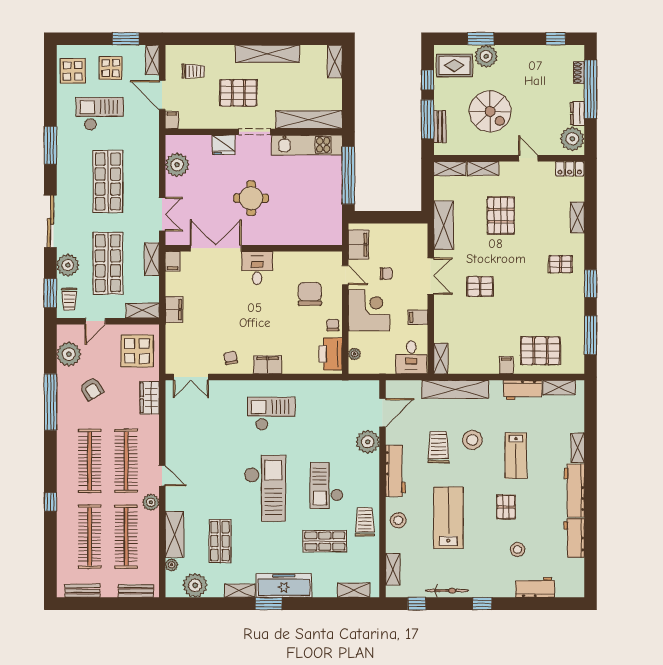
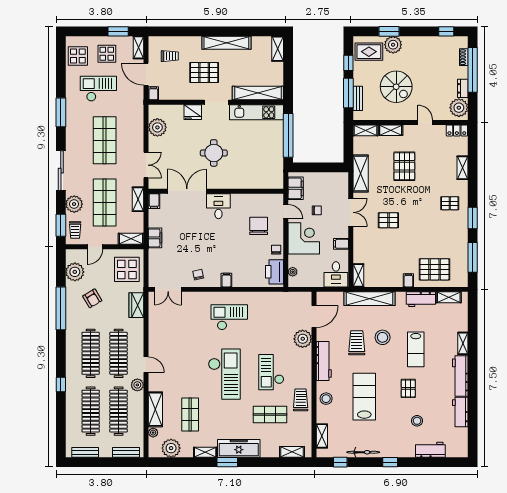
filing cabinet: (268, 365) -> (226, 280), width x0.50

